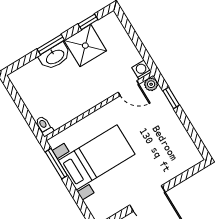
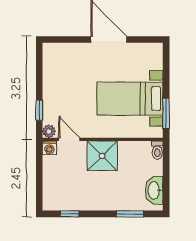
window: (51, 44) -> (130, 214), moved
shower: (85, 46) -> (102, 156), moved
washbasin: (55, 56) -> (154, 190), moved, turned -90

